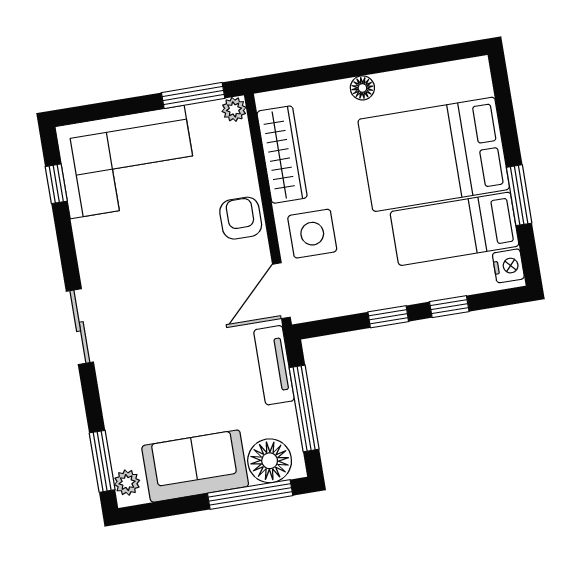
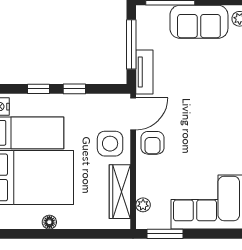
floor lamp: (362, 88) -> (49, 222), moved
plant: (234, 109) -> (143, 205), moved
armchair: (241, 218) -> (153, 143), moved
floor lamp: (270, 461) -> (156, 18), removed

